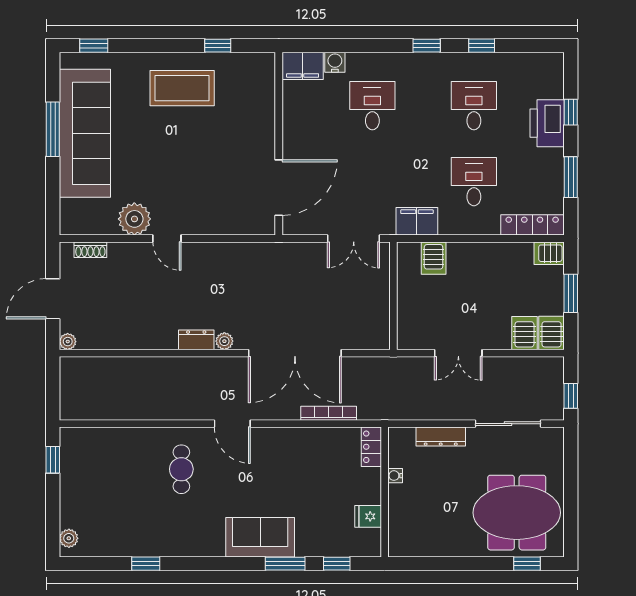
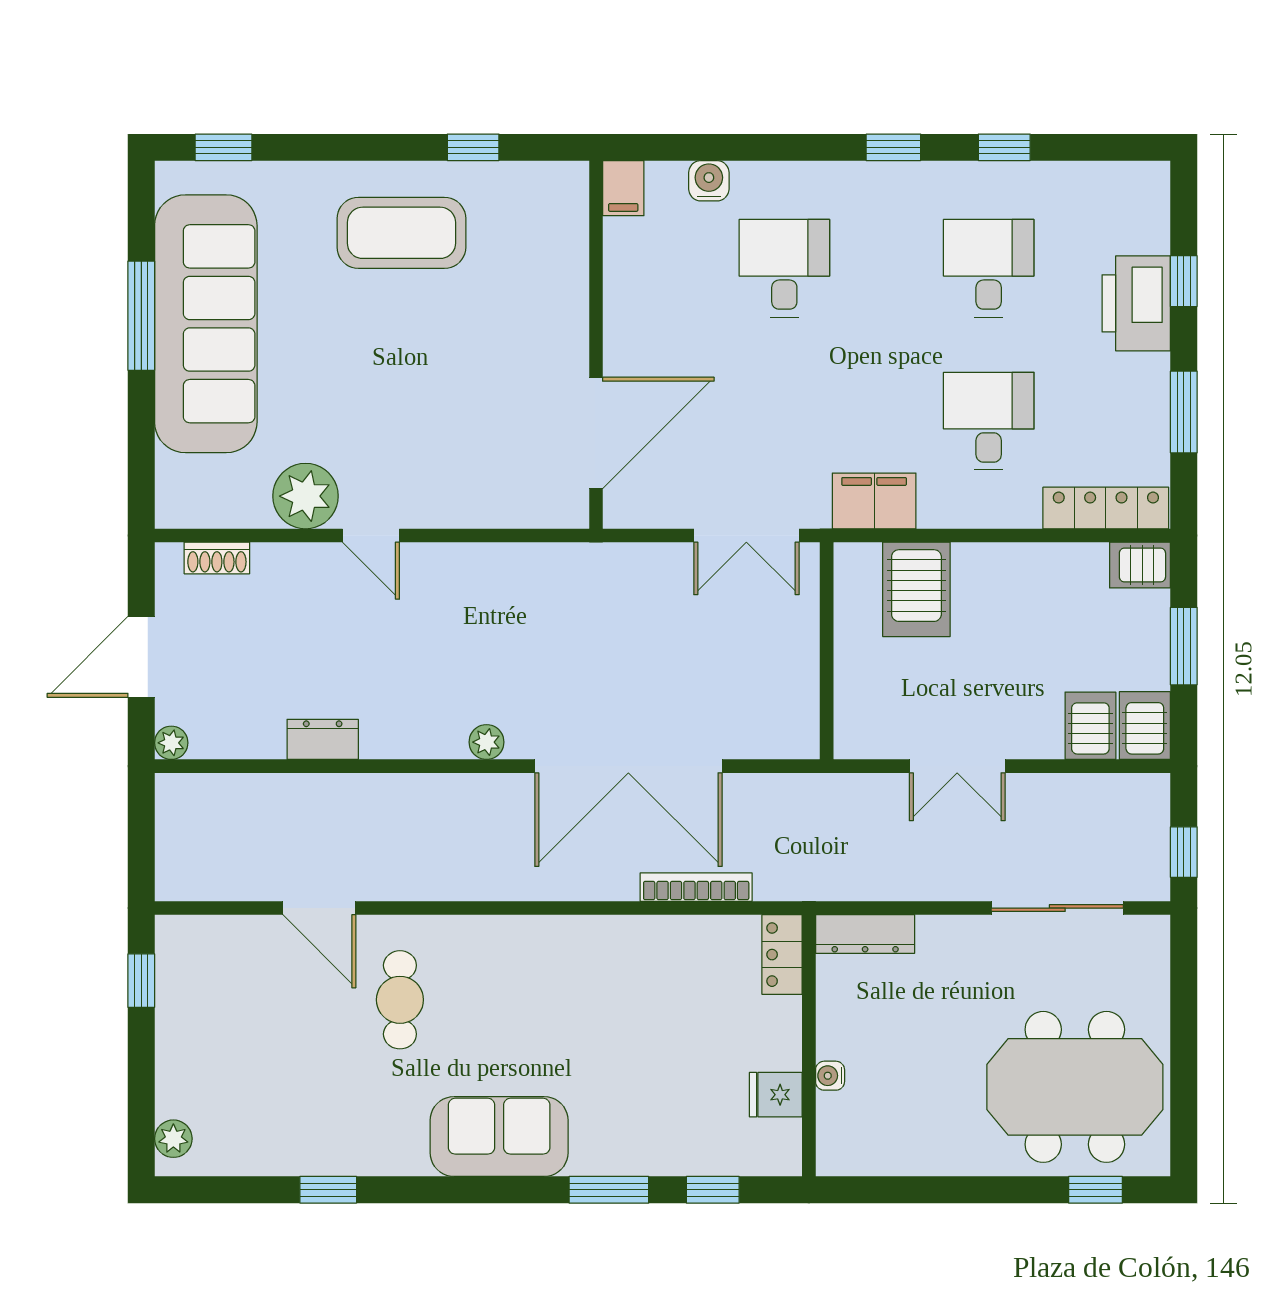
filing cabinet: (303, 66) -> (623, 188), width x0.50
server rack: (434, 258) -> (916, 589), width x1.36, depth x1.44
dresser: (196, 340) -> (323, 739), moved
door: (232, 424) -> (319, 908), moved
dresser: (441, 437) -> (865, 934), moved
water cooler: (395, 476) -> (830, 1076), moved
sofa: (260, 537) -> (499, 1137), moved

